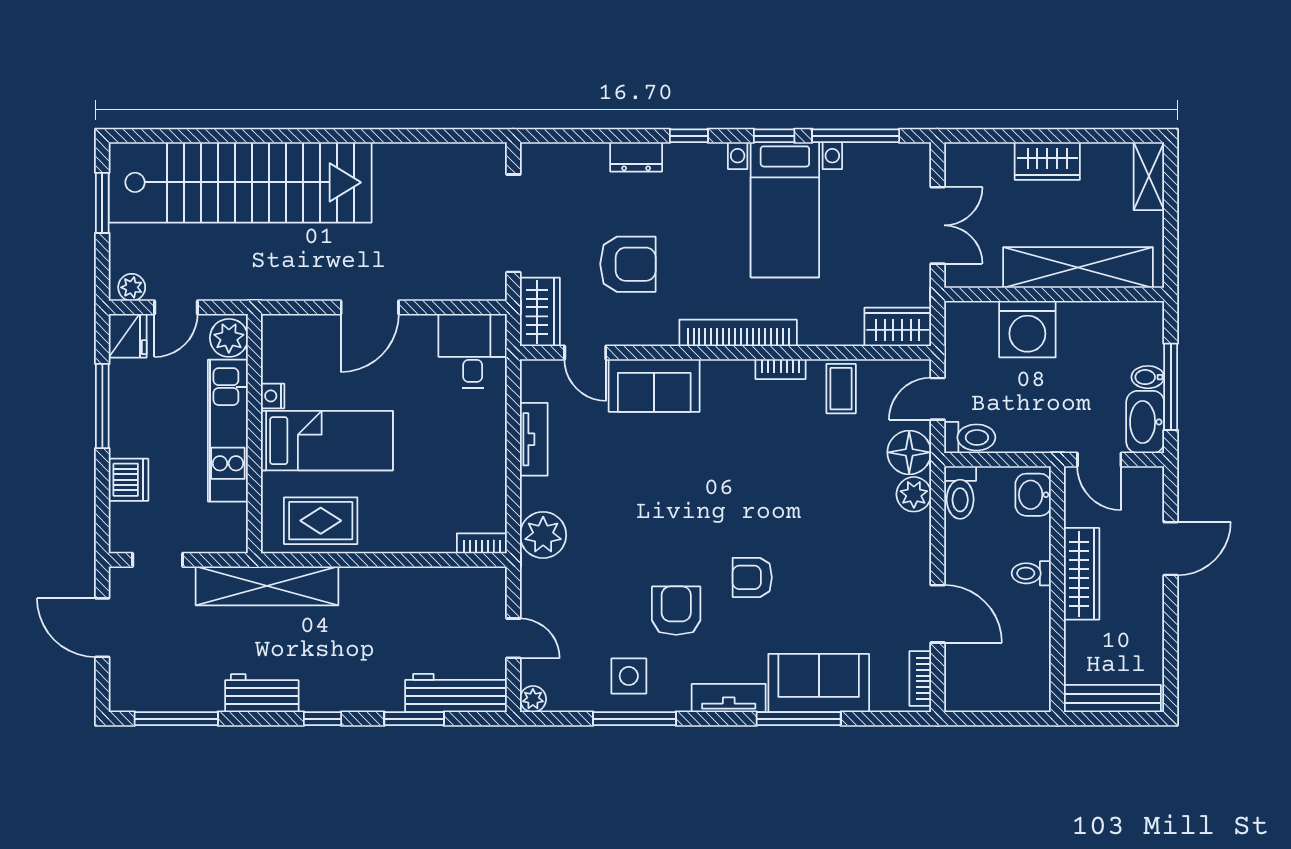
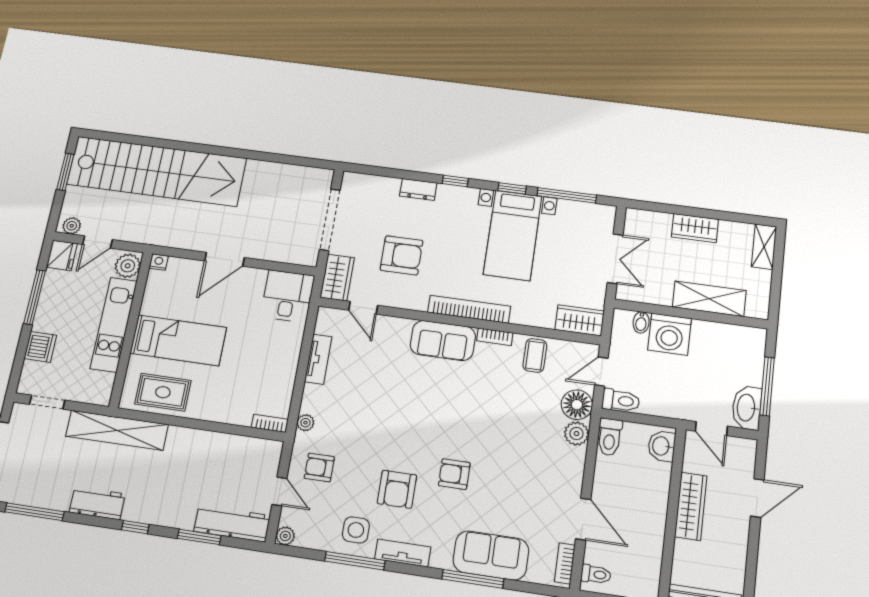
shelving: (1078, 268) -> (709, 299), width x0.68
bidet: (1148, 377) -> (641, 322), moved, turned -90
sofa: (654, 385) -> (443, 340), moved
nightstand: (273, 396) -> (159, 262), moved, turned 90
plant: (543, 535) -> (305, 423), width x0.53, depth x0.53
toilet: (1031, 573) -> (596, 574), moved, turned 180
armchair: (563, 596) -> (319, 467), added
armchair: (676, 611) -> (397, 489), turned 180
tv unit: (729, 698) -> (403, 553), moved

